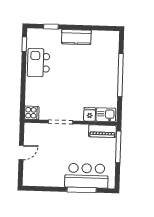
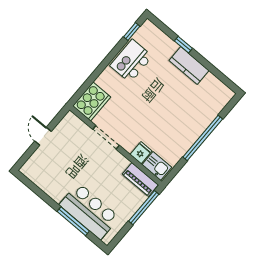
window: (51, 27) -> (183, 45), moved
cooker: (32, 113) -> (92, 101), width x1.87, depth x1.31
door: (21, 152) -> (43, 136), swing flipped

